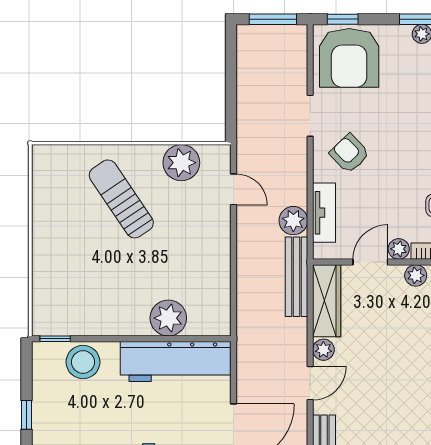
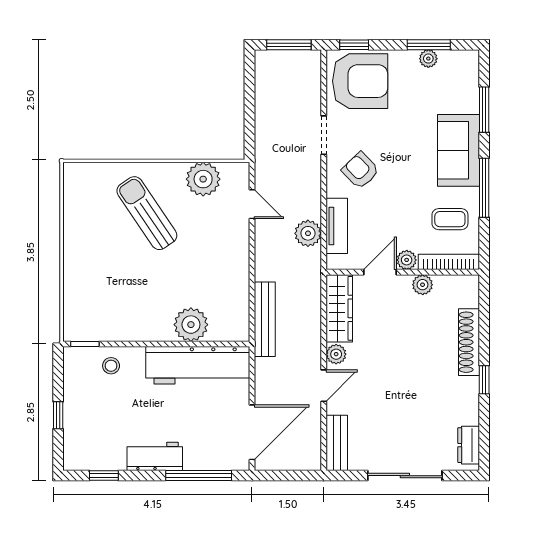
armchair: (349, 58) -> (360, 81), turned -90
bench: (296, 277) -> (265, 319), moved
stool: (83, 362) -> (111, 366), width x0.53, depth x0.53

